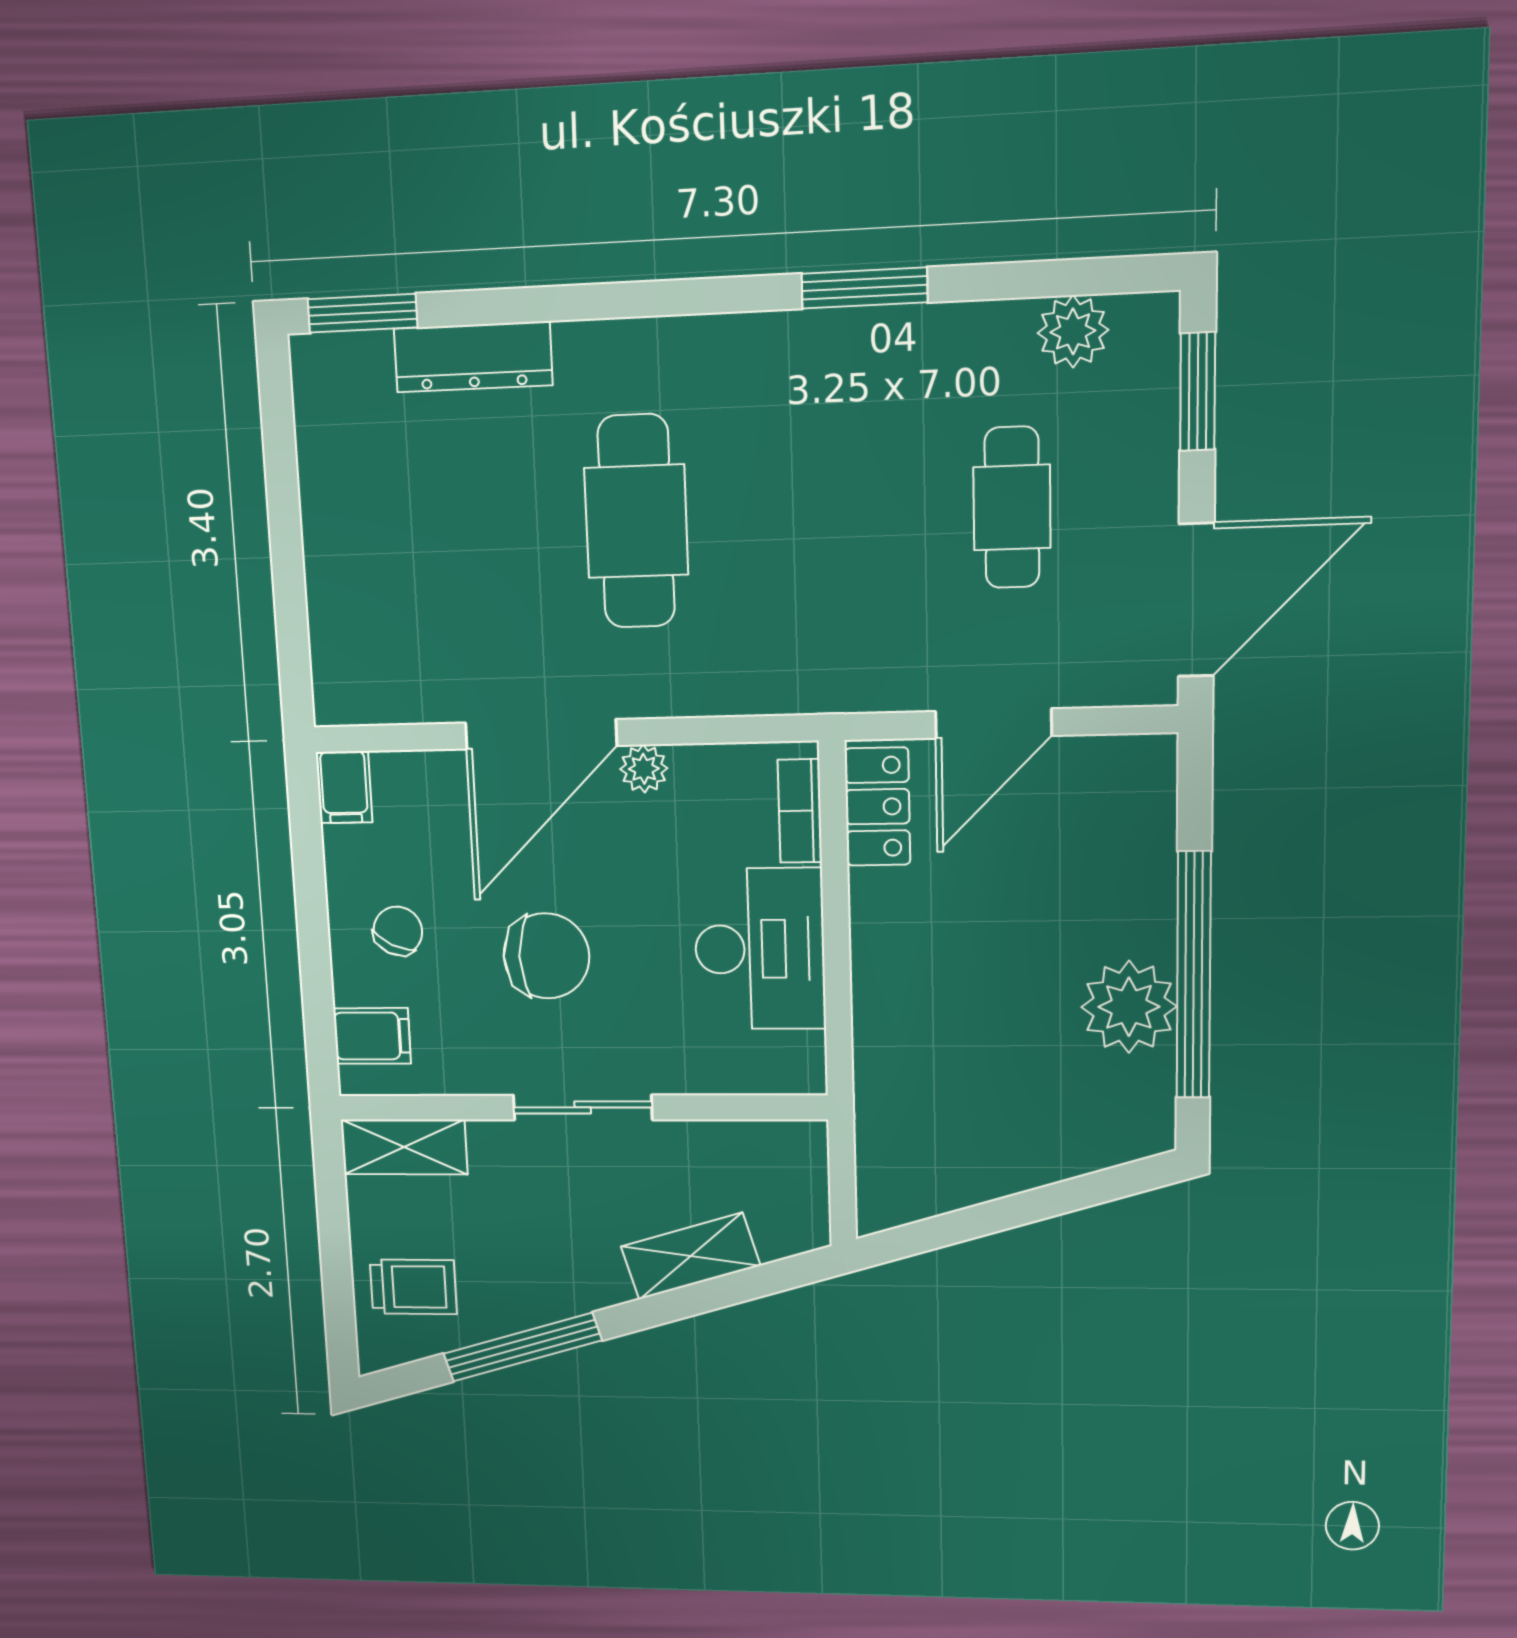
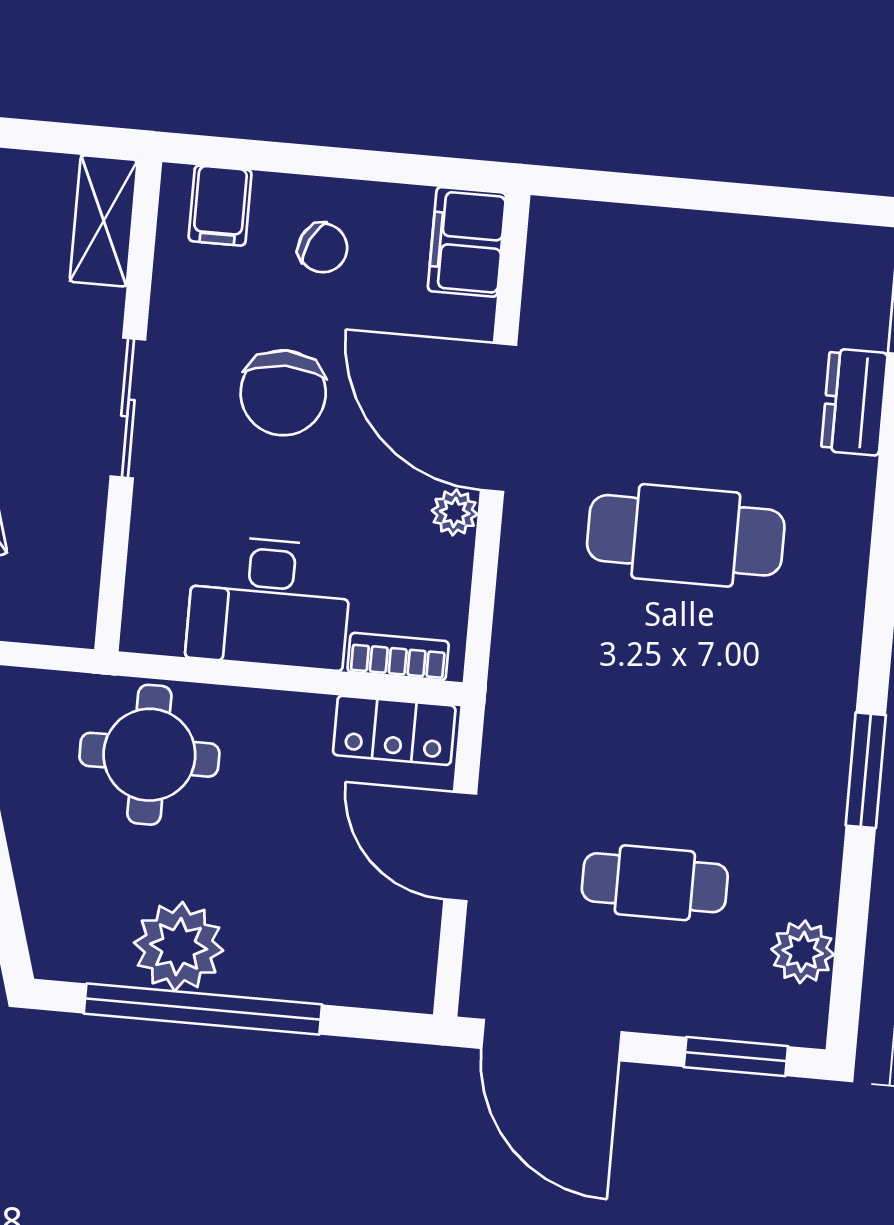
dresser: (473, 357) -> (854, 402), width x0.70
filing cabinet: (344, 787) -> (467, 242), width x2.00
round table: (930, 1055) -> (149, 755), added

